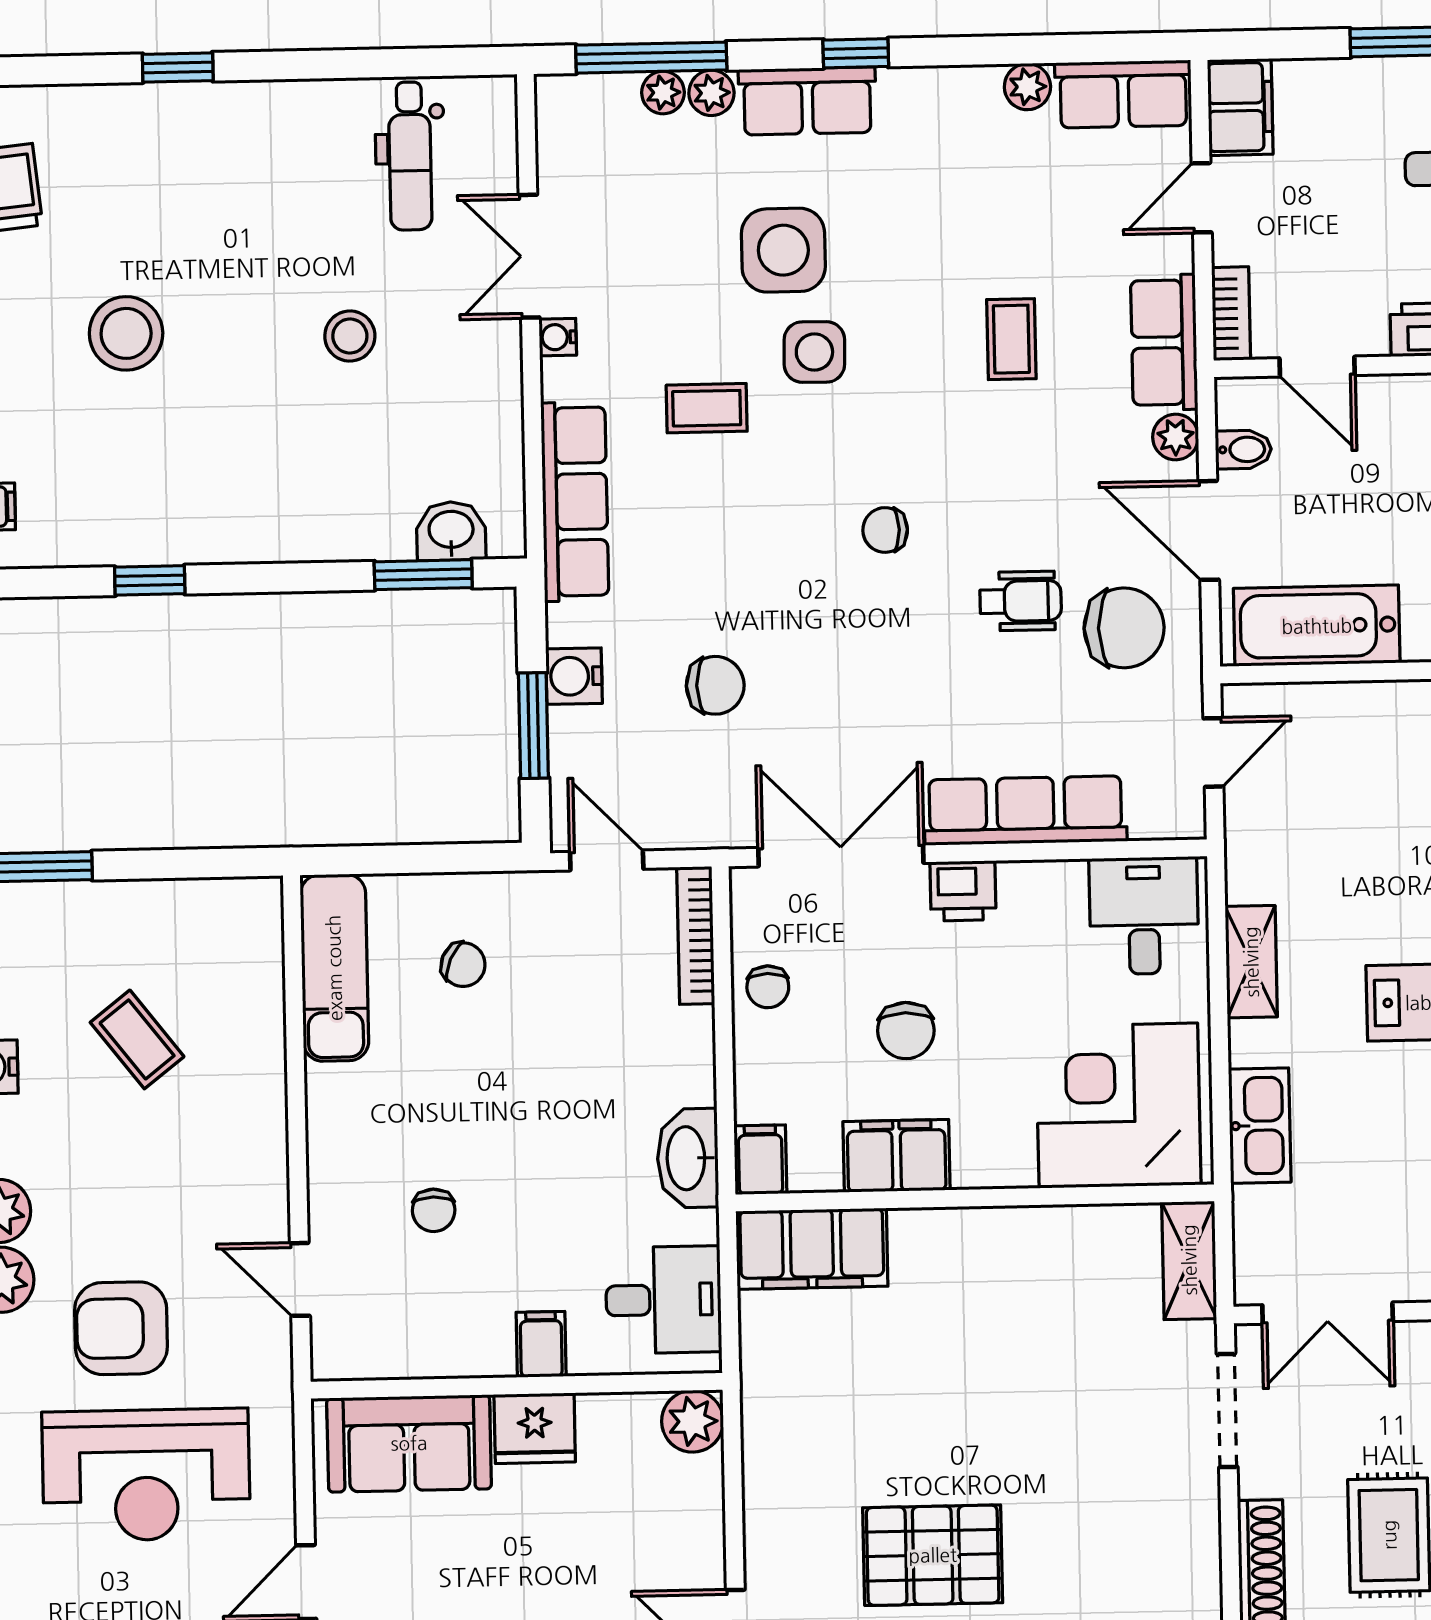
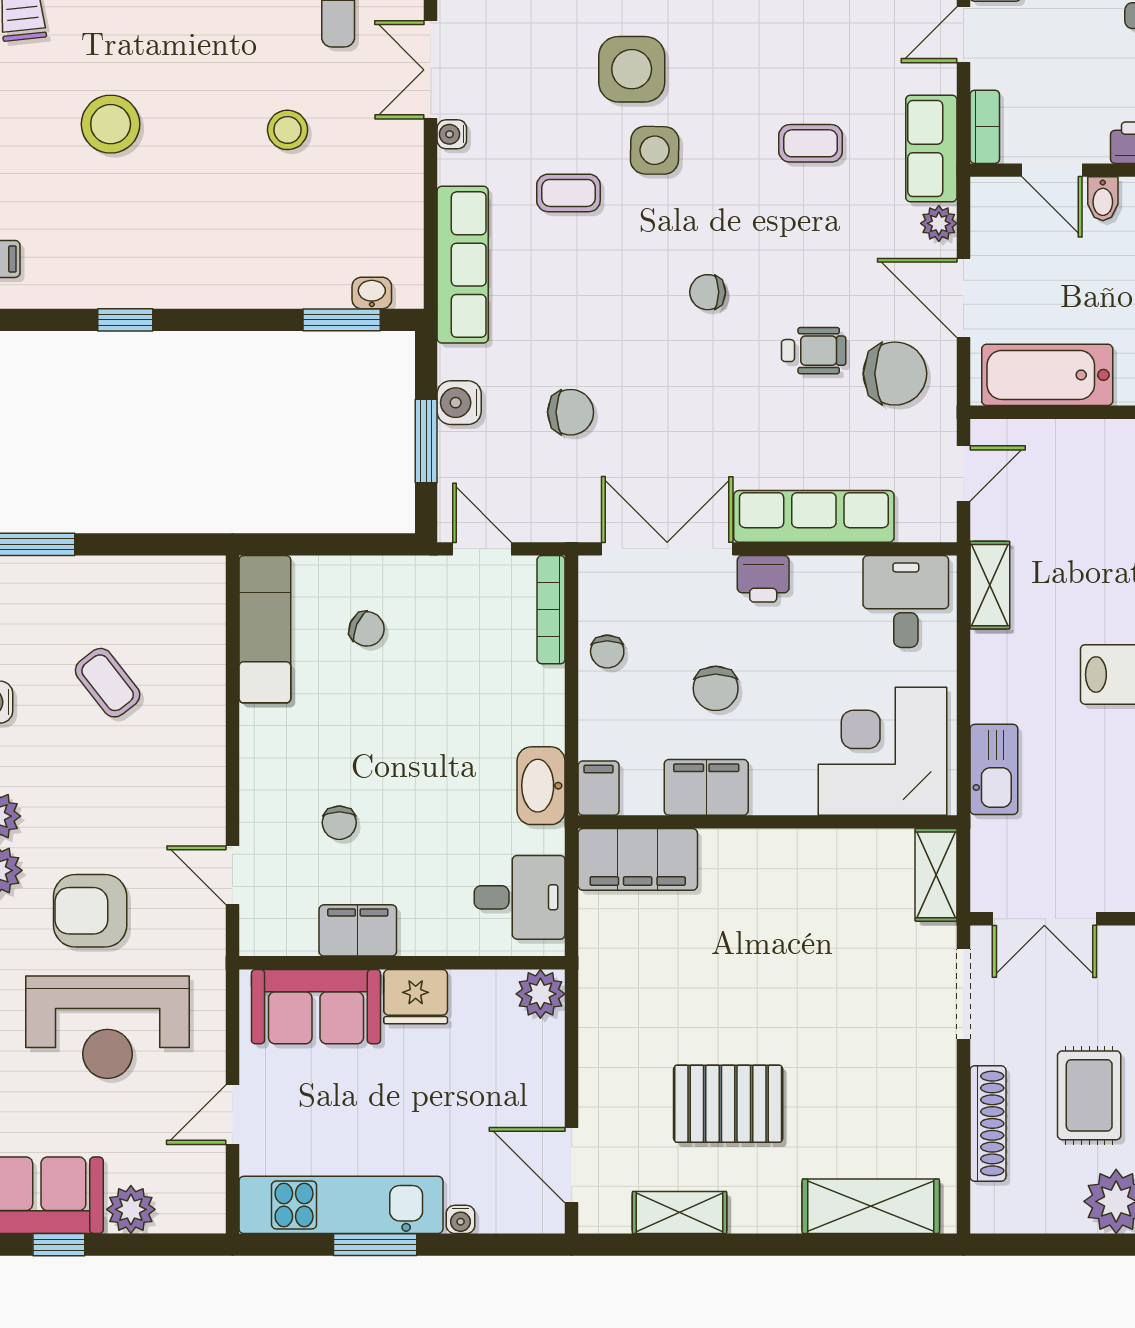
coffee table: (1011, 339) -> (811, 143), turned 90
bidet: (1243, 449) -> (1103, 199), moved, turned 90
washbasin: (451, 531) -> (372, 293), width x0.72, depth x0.69
shelving: (1251, 962) -> (990, 585), moved
filing cabinet: (541, 1344) -> (358, 930), moved, width x2.00

